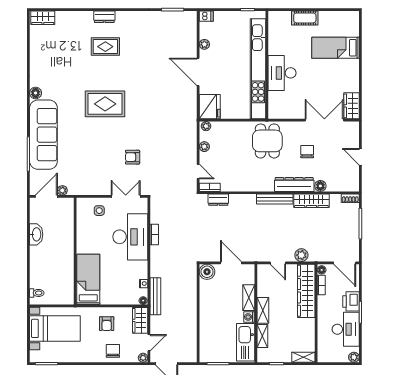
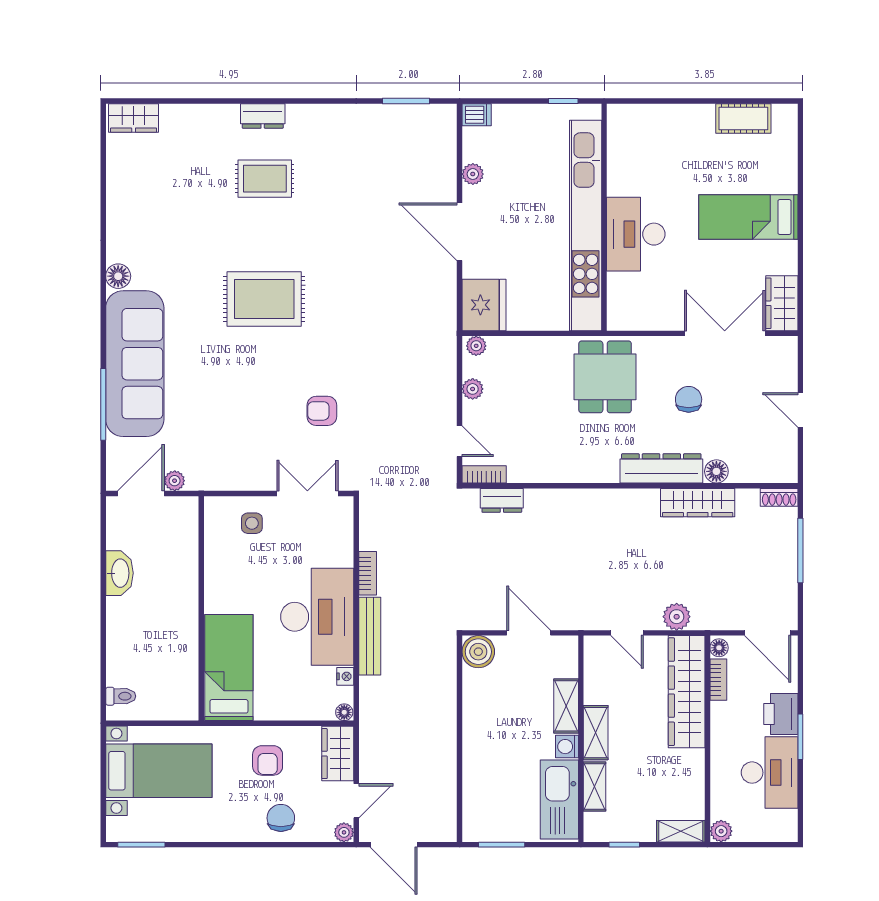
cot: (305, 18) -> (743, 119), moved
bed: (336, 48) -> (748, 217), moved
bench: (275, 199) -> (621, 499), removed
desk: (130, 237) -> (317, 617), moved
bench: (155, 296) -> (370, 636), moved
plant: (354, 357) -> (721, 831), moved

